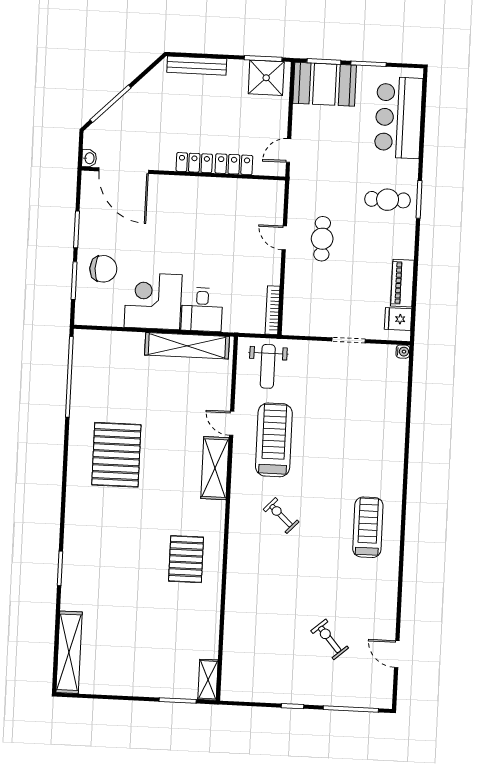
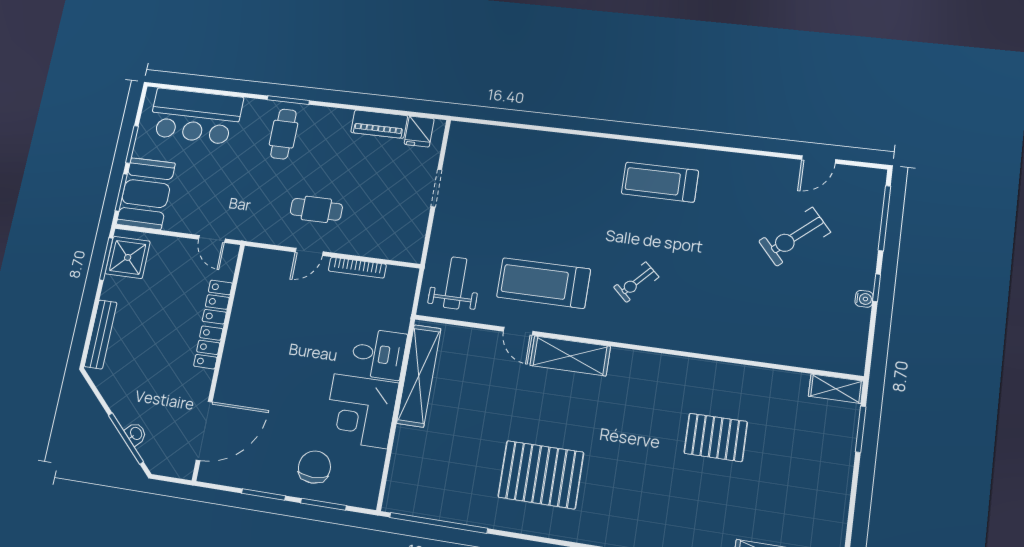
washbasin: (89, 158) -> (136, 434), moved, turned 45
bookcase: (273, 310) -> (357, 268), moved
water cooler: (403, 352) -> (864, 299), moved, turned 90
weight bench: (268, 366) -> (455, 283), turned -90
door: (232, 423) -> (518, 331), hinge flipped
pallet: (186, 559) -> (716, 437), moved
exercise bike: (330, 639) -> (795, 237), width x1.38, depth x1.39

